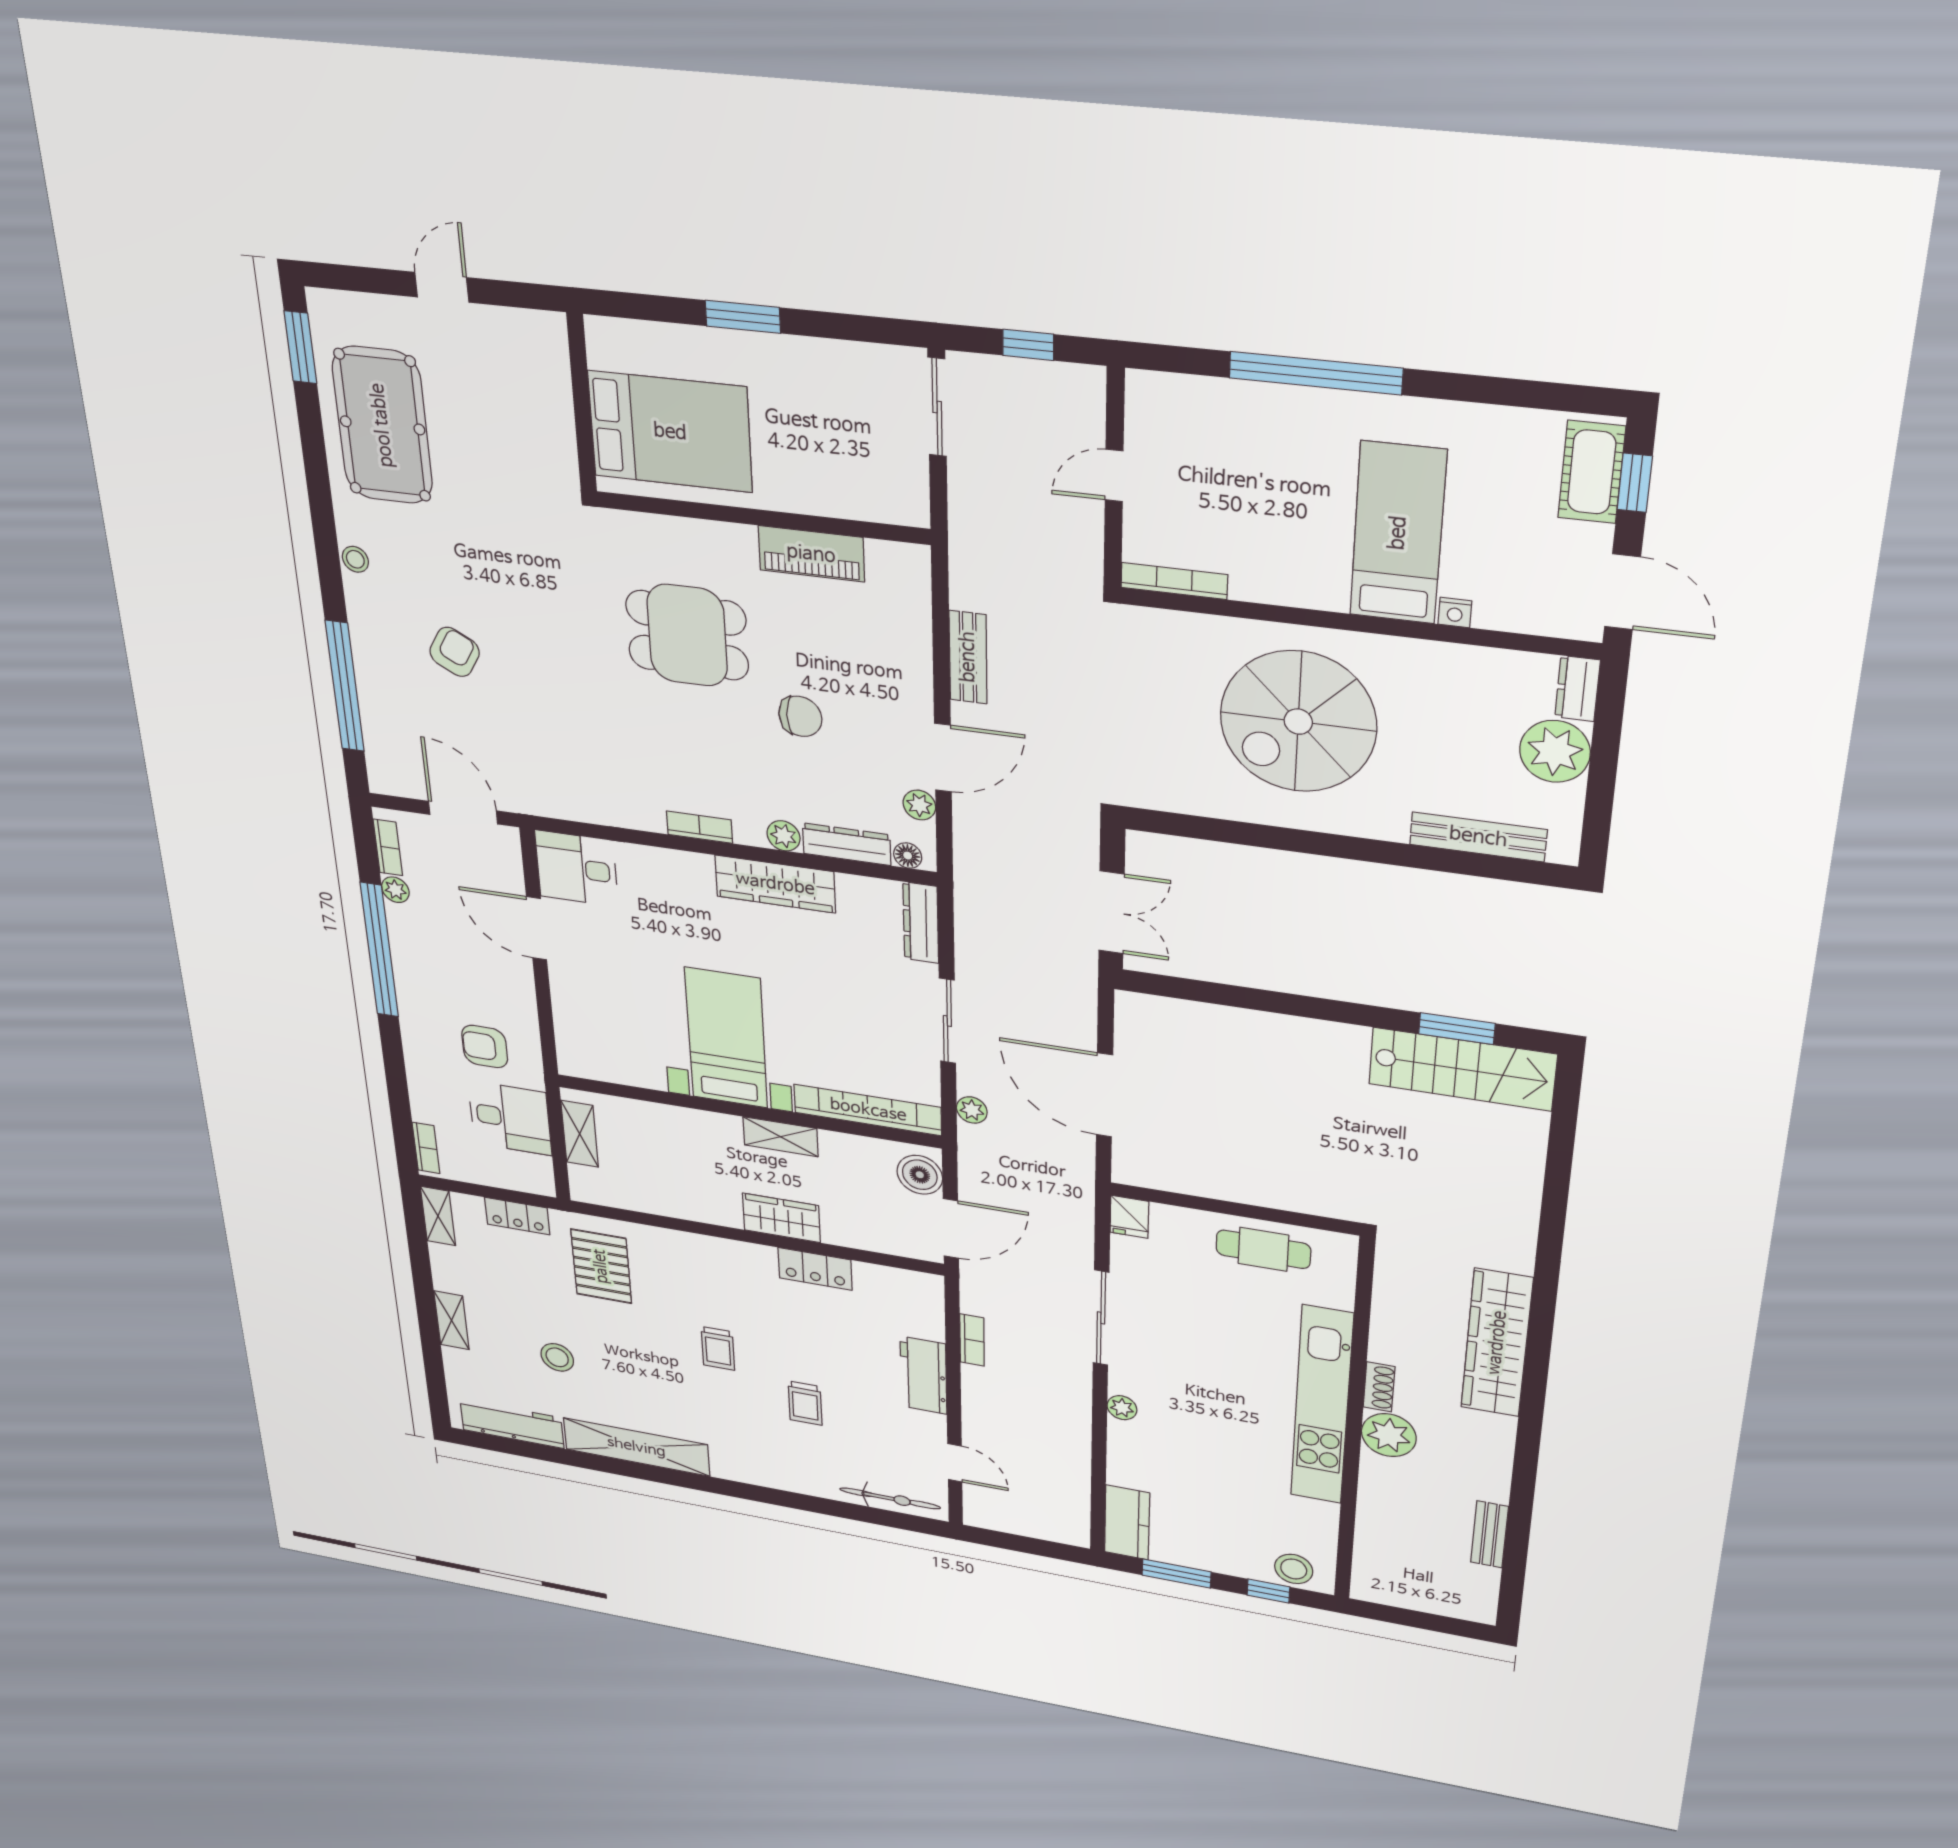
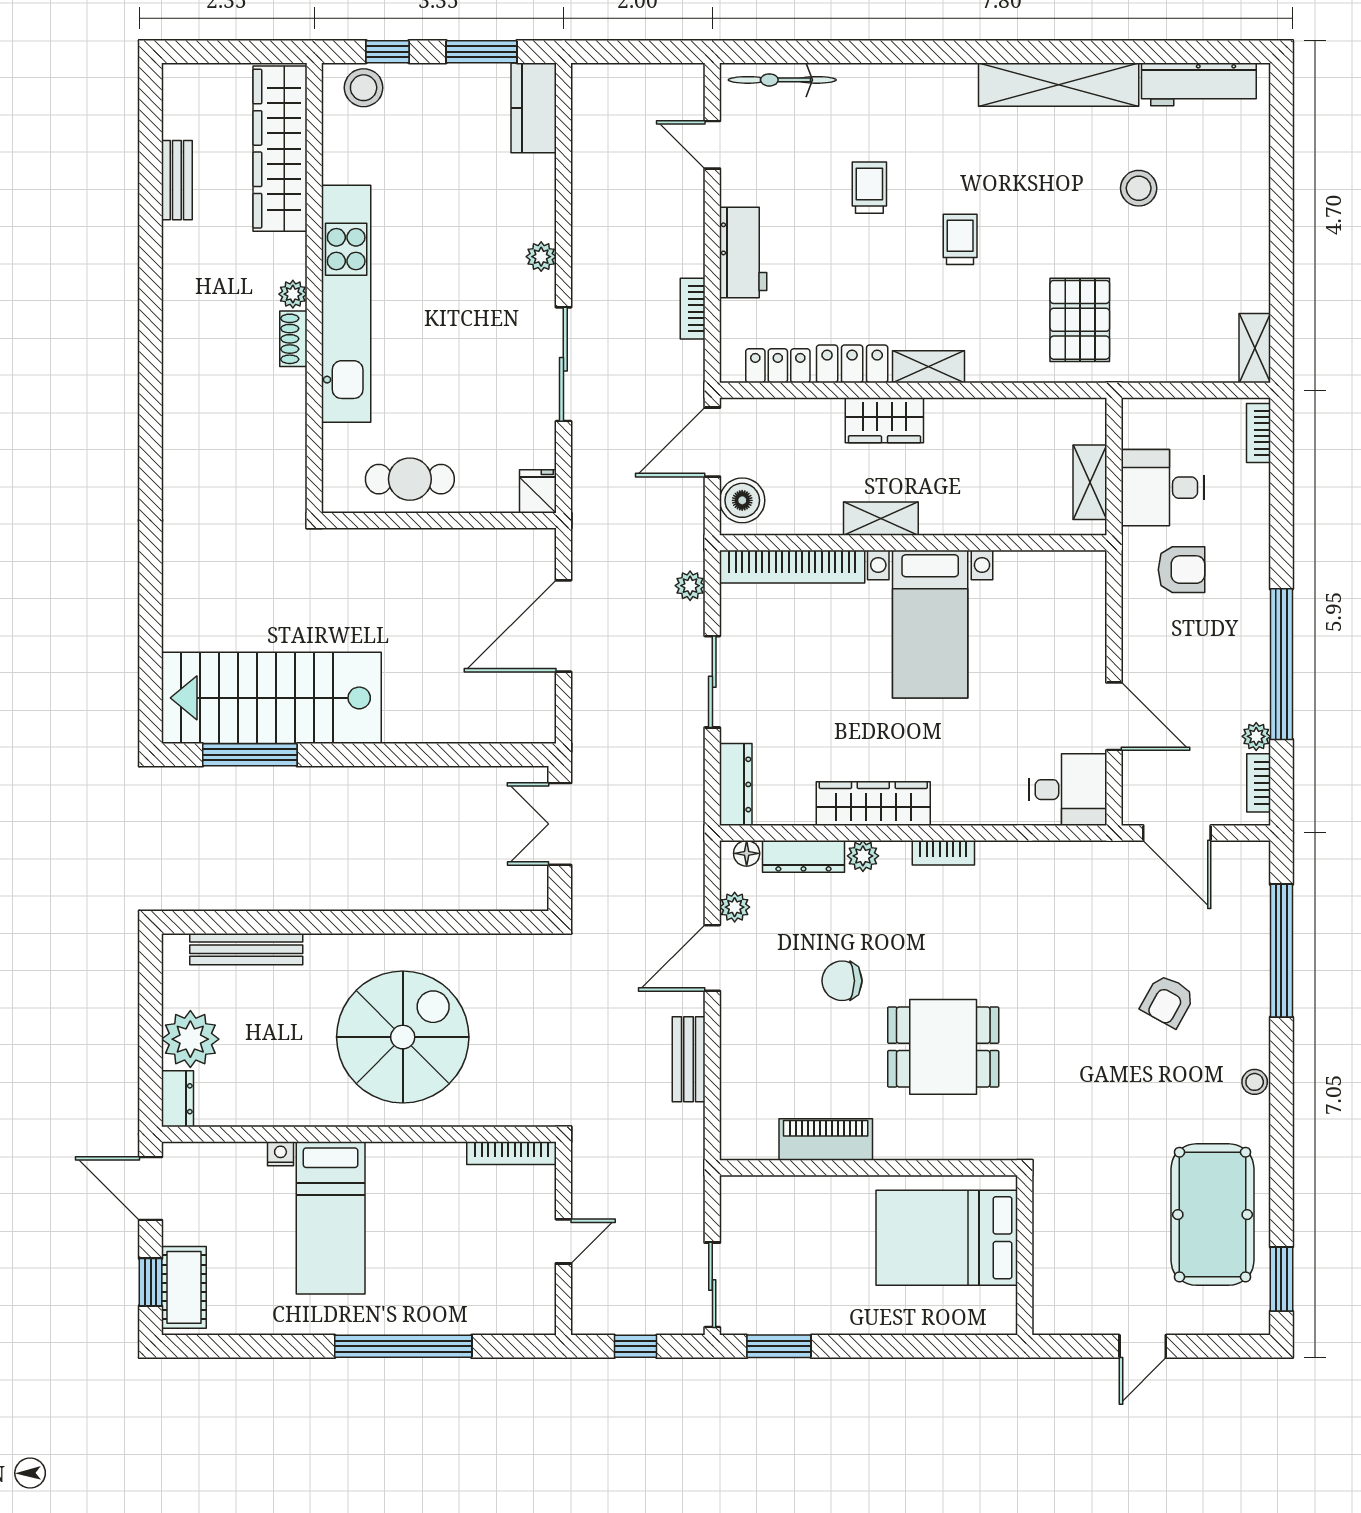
window: (743, 317) -> (779, 1346), moved
window: (1457, 1029) -> (250, 755), width x1.44
stairs: (1462, 1069) -> (271, 698), width x1.36, depth x1.51
door: (1104, 1095) -> (563, 626), swing flipped
locker: (517, 1216) -> (778, 366), moved
shelving: (452, 1320) -> (929, 367), moved, turned 90
wardrobe: (1497, 1343) -> (280, 149), moved, turned 180
plant: (1389, 1435) -> (293, 294), width x0.53, depth x0.53

